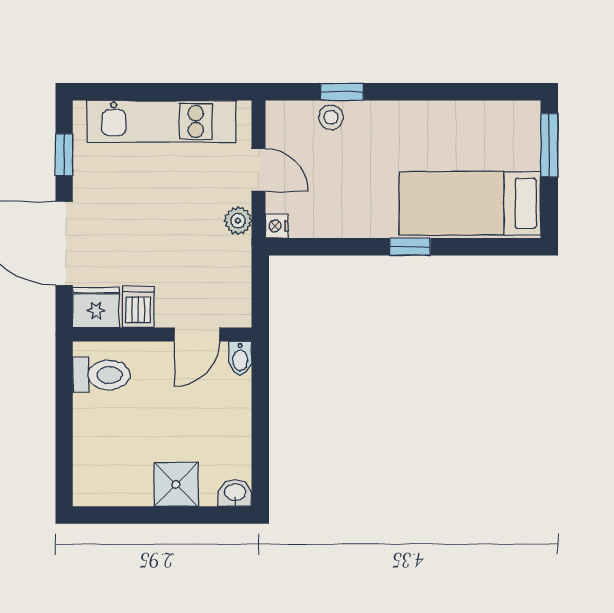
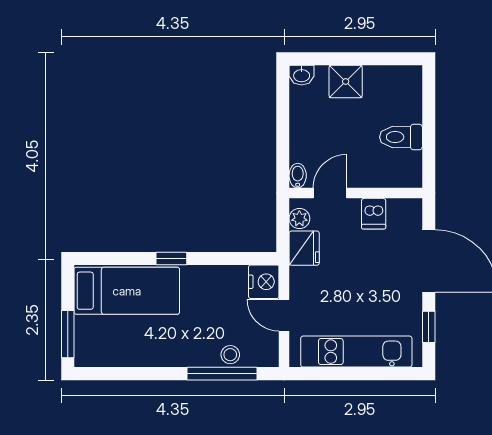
window: (342, 92) -> (222, 374), width x2.17
plant: (238, 221) -> (299, 219), moved
nightstand: (277, 226) -> (264, 282), width x1.89, depth x1.79
fridge: (96, 307) -> (304, 248), moved, turned -90
toilet: (101, 375) -> (401, 137), moved

